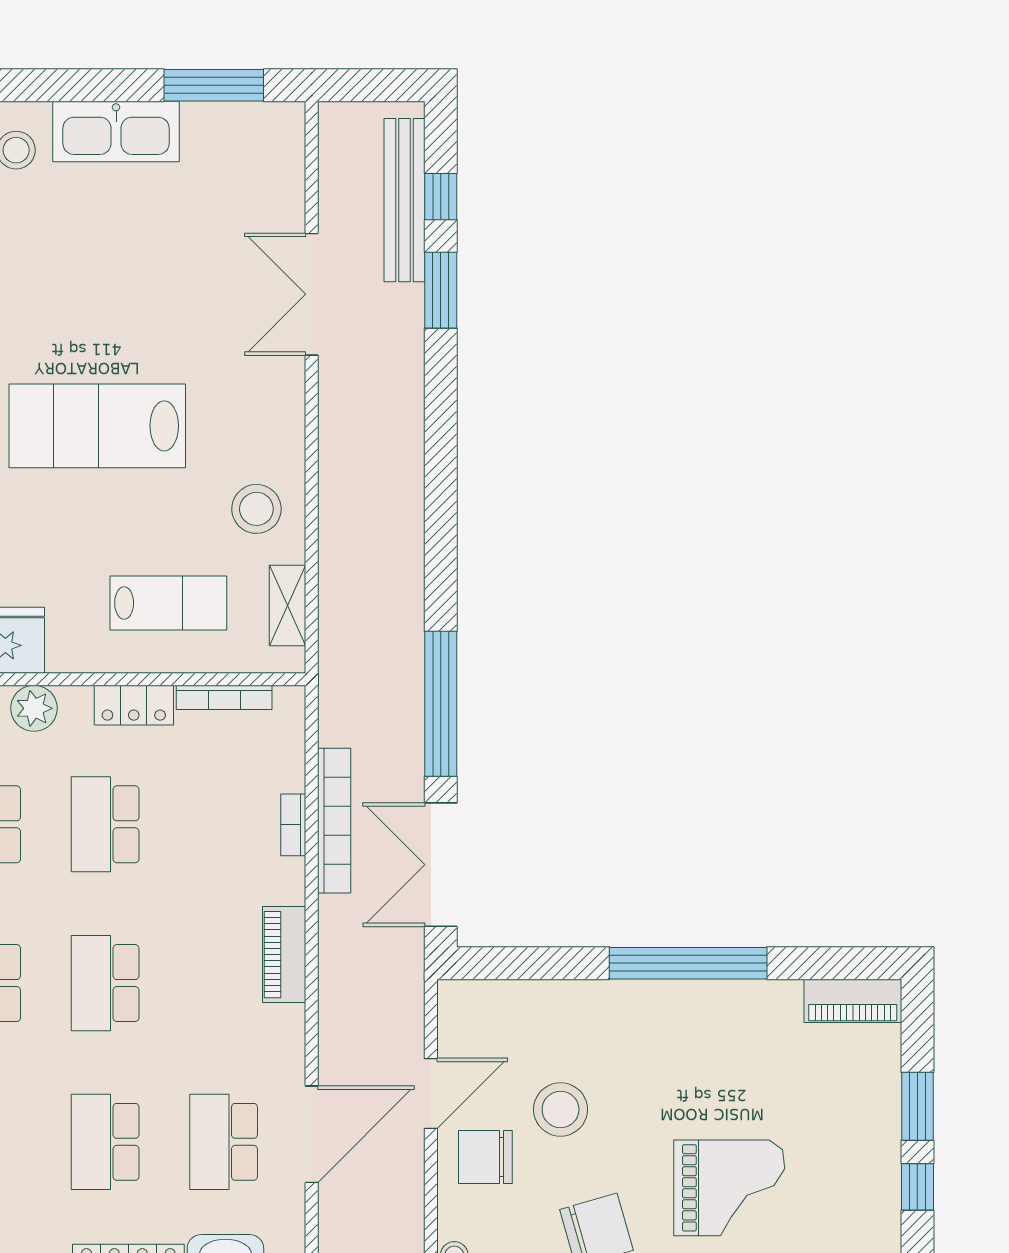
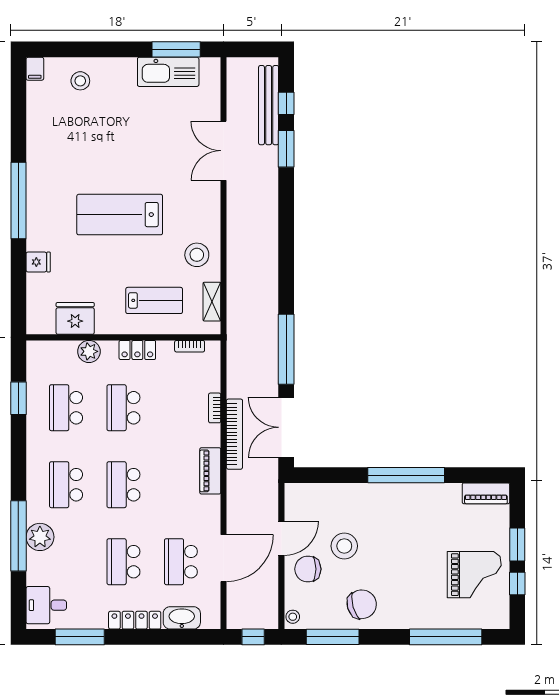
kitchen sink: (116, 132) -> (168, 72), moved
bookcase: (224, 697) -> (190, 346), width x0.64
bookcase: (334, 821) -> (234, 434), moved
grand piano: (729, 1188) -> (474, 575), moved

